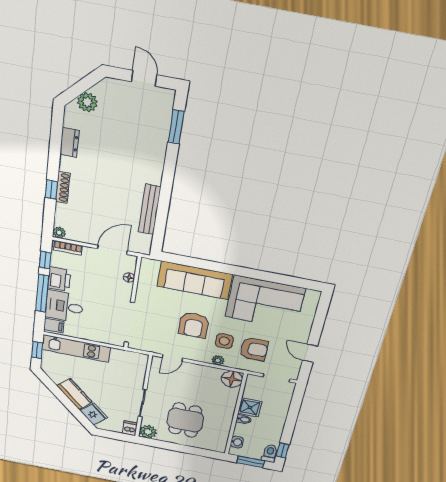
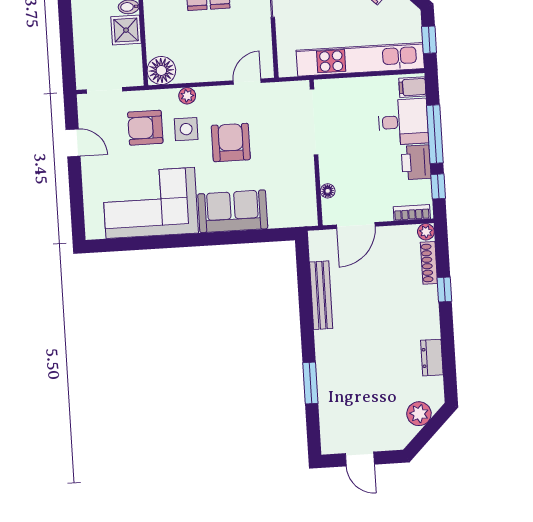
window: (176, 127) -> (310, 383), moved
shoe rack: (63, 187) -> (429, 263), moved
sofa: (195, 280) -> (233, 211), width x0.73
kitchen unit: (76, 348) -> (360, 59), width x1.36

